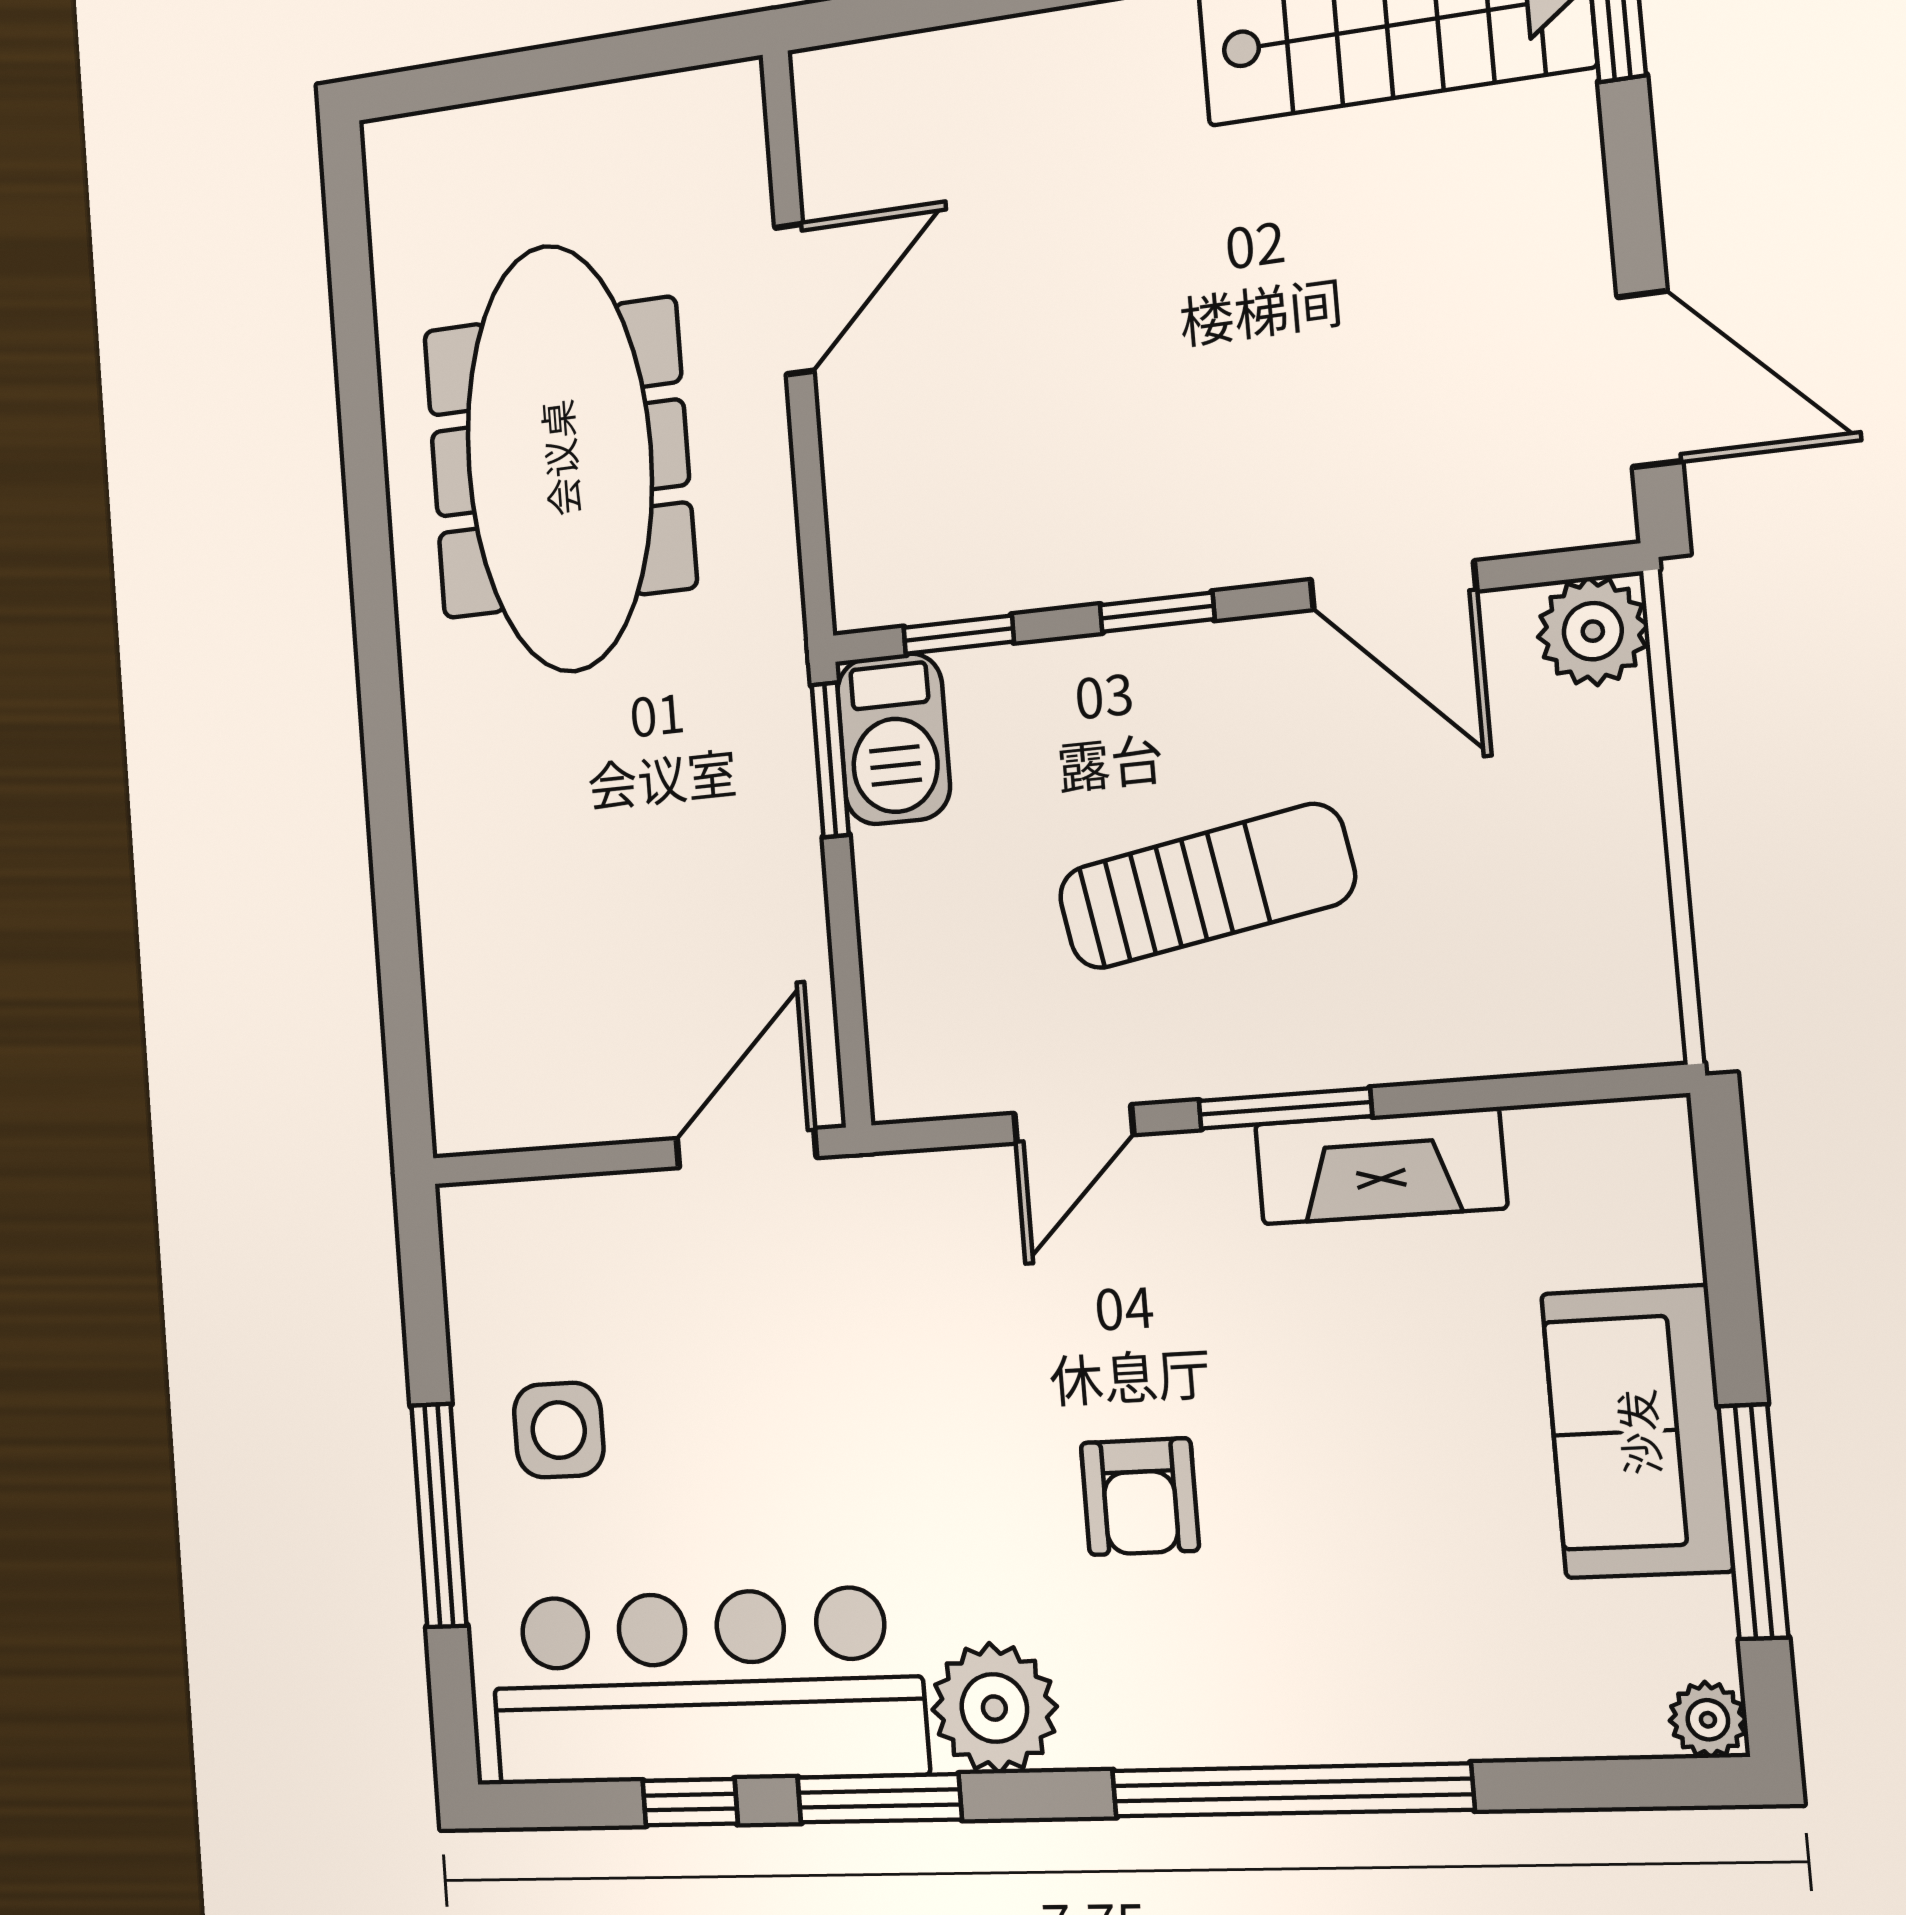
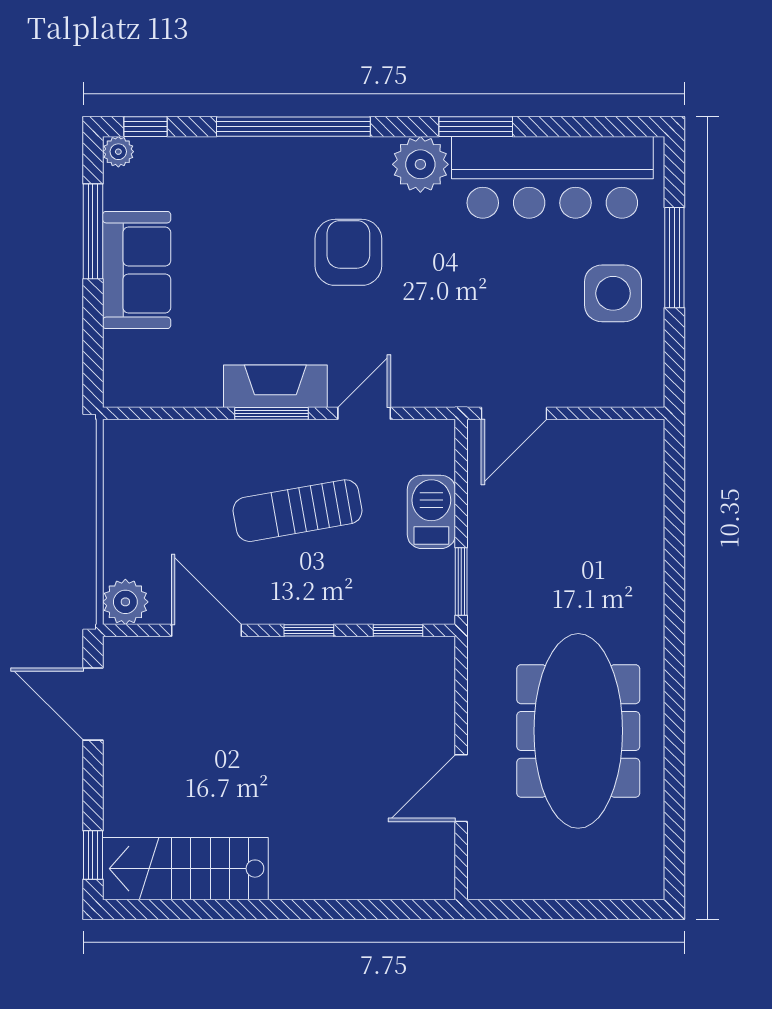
barbecue: (893, 739) -> (431, 512), moved
fireplace: (1380, 1166) -> (275, 386), moved
side table: (559, 1430) -> (613, 293), width x1.37, depth x1.37
armchair: (1140, 1497) -> (348, 252), width x1.38, depth x1.38
window: (690, 1802) -> (145, 127), moved

